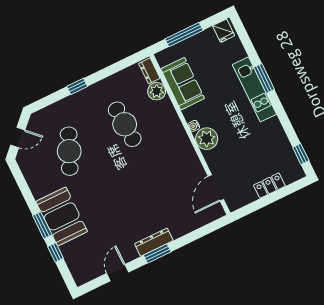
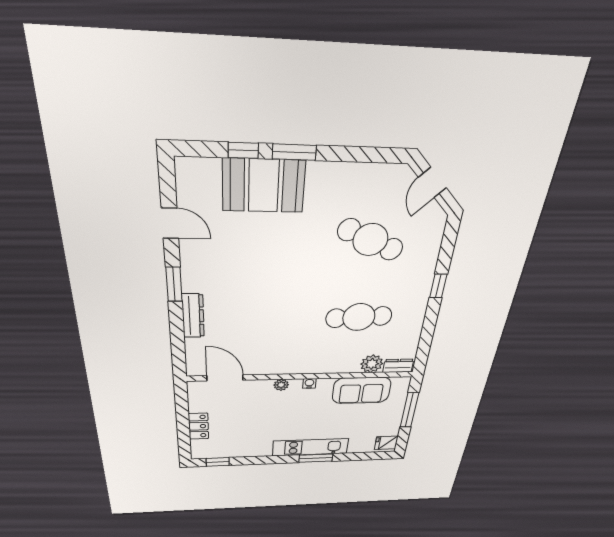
plant: (207, 139) -> (281, 385), width x0.53, depth x0.53
booth: (62, 216) -> (264, 186), moved
dresser: (154, 242) -> (193, 316), moved

